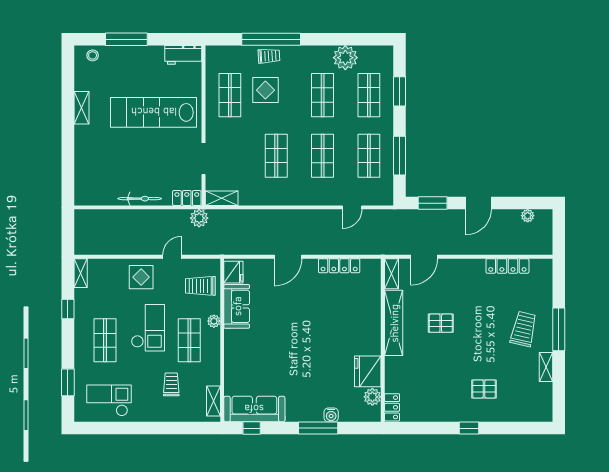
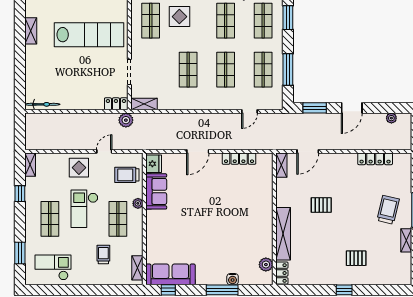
lab bench: (154, 112) -> (89, 35), turned 180
bicycle: (140, 199) -> (42, 104), moved
shelving: (394, 323) -> (283, 234), moved
checkout: (148, 328) -> (84, 209), turned 180
fridge: (368, 371) -> (262, 244), removed

